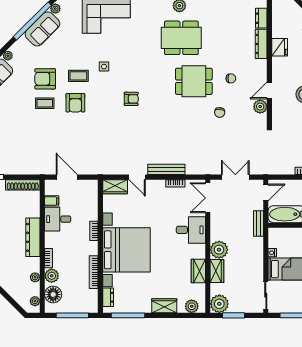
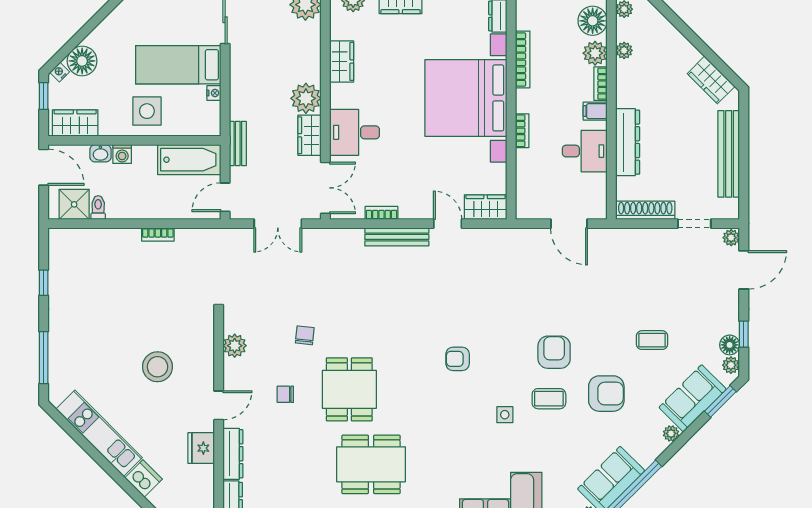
dining table: (194, 81) -> (349, 389), turned 90
door: (269, 90) -> (219, 405), moved
coffee table: (45, 103) -> (652, 340), moved
filing cabinet: (52, 201) -> (595, 111), moved
dresser: (33, 237) -> (628, 142), moved
wardrobe: (217, 271) -> (310, 135), moved

